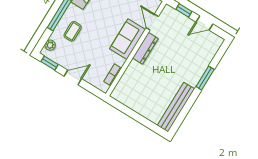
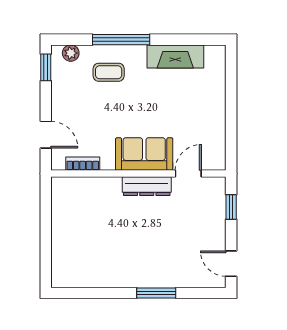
door: (204, 23) -> (231, 264), moved
door: (73, 77) -> (46, 135), moved
bench: (176, 107) -> (92, 278), removed

